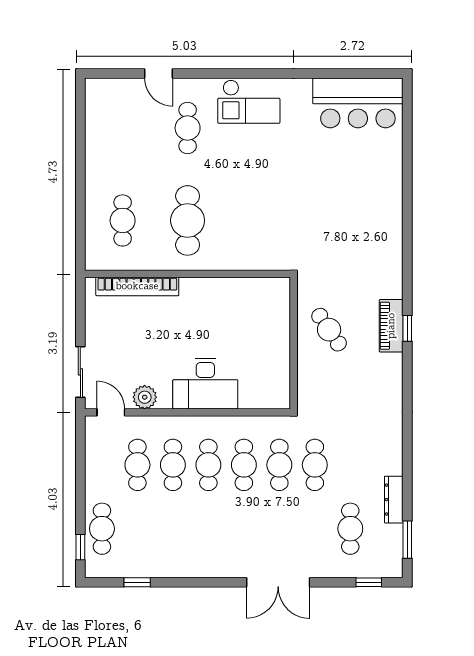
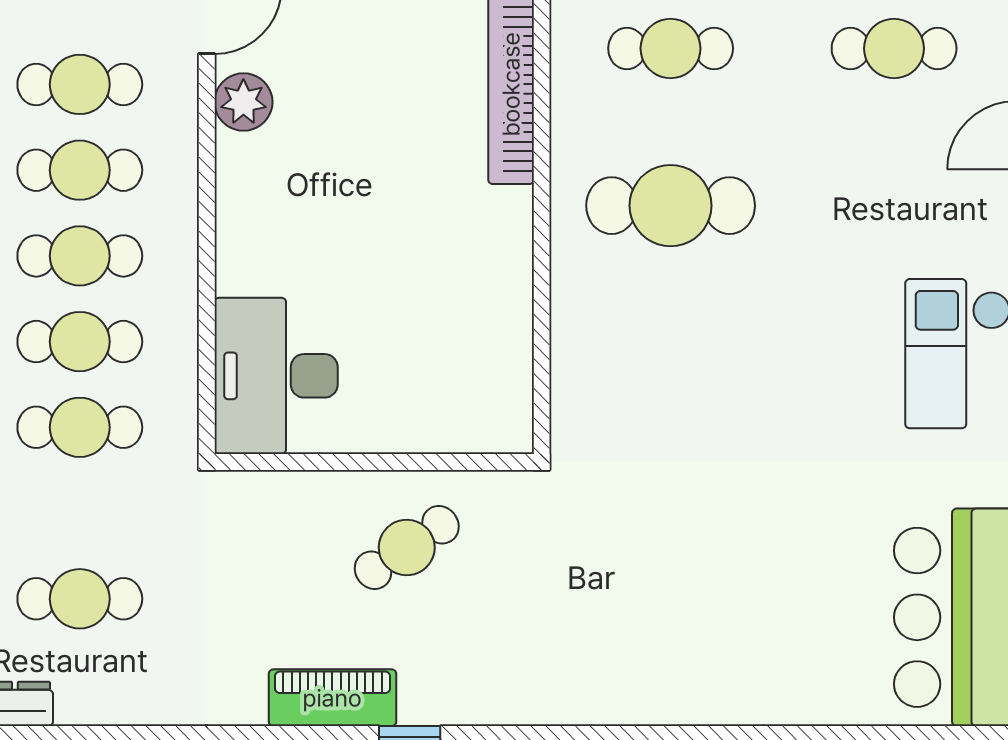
cafe table: (188, 128) -> (894, 48), moved
piano: (391, 326) -> (332, 698), moved
desk: (205, 384) -> (276, 376), moved
cafe table: (315, 465) -> (80, 599), moved

